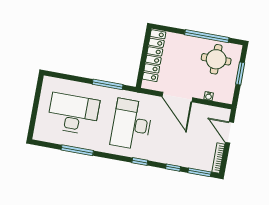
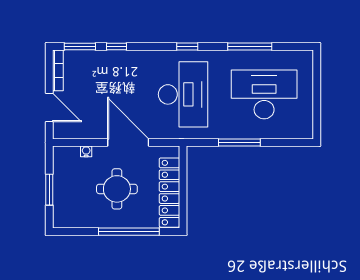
window: (207, 36) -> (129, 232), moved
round table: (216, 59) -> (117, 189), moved
window: (108, 84) -> (239, 142), moved
desk: (73, 114) -> (264, 94), turned 180
window: (140, 162) -> (187, 46), moved

